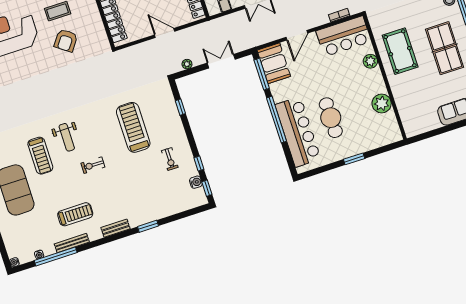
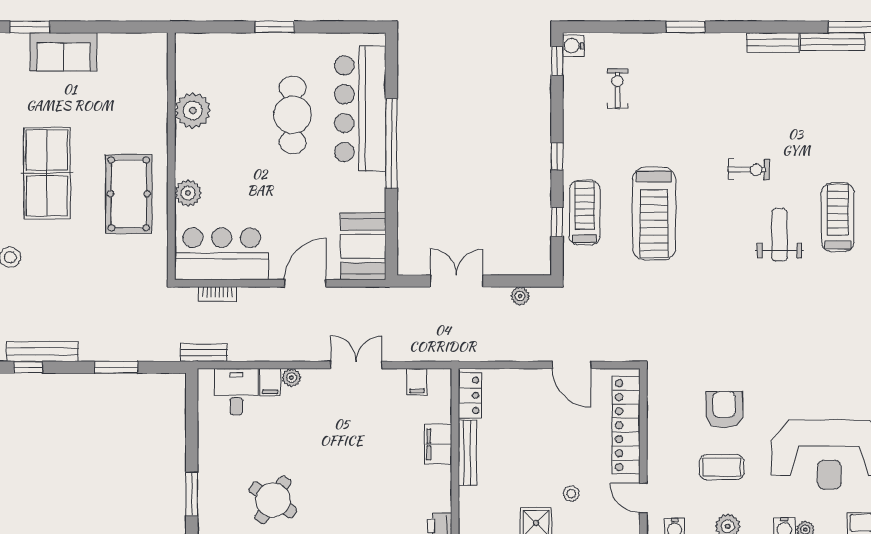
door: (165, 33) -> (571, 365), moved
armchair: (66, 40) -> (724, 410), turned -36
double door: (221, 61) -> (457, 281), swing flipped
window: (262, 74) -> (391, 234), removed
exercise bike: (170, 159) -> (617, 88), moved
window: (199, 164) -> (557, 156), moved
water cooler: (196, 182) -> (573, 46), moved
treadmill: (75, 214) -> (585, 213), moved, turned 90
bench: (116, 228) -> (773, 43), moved

